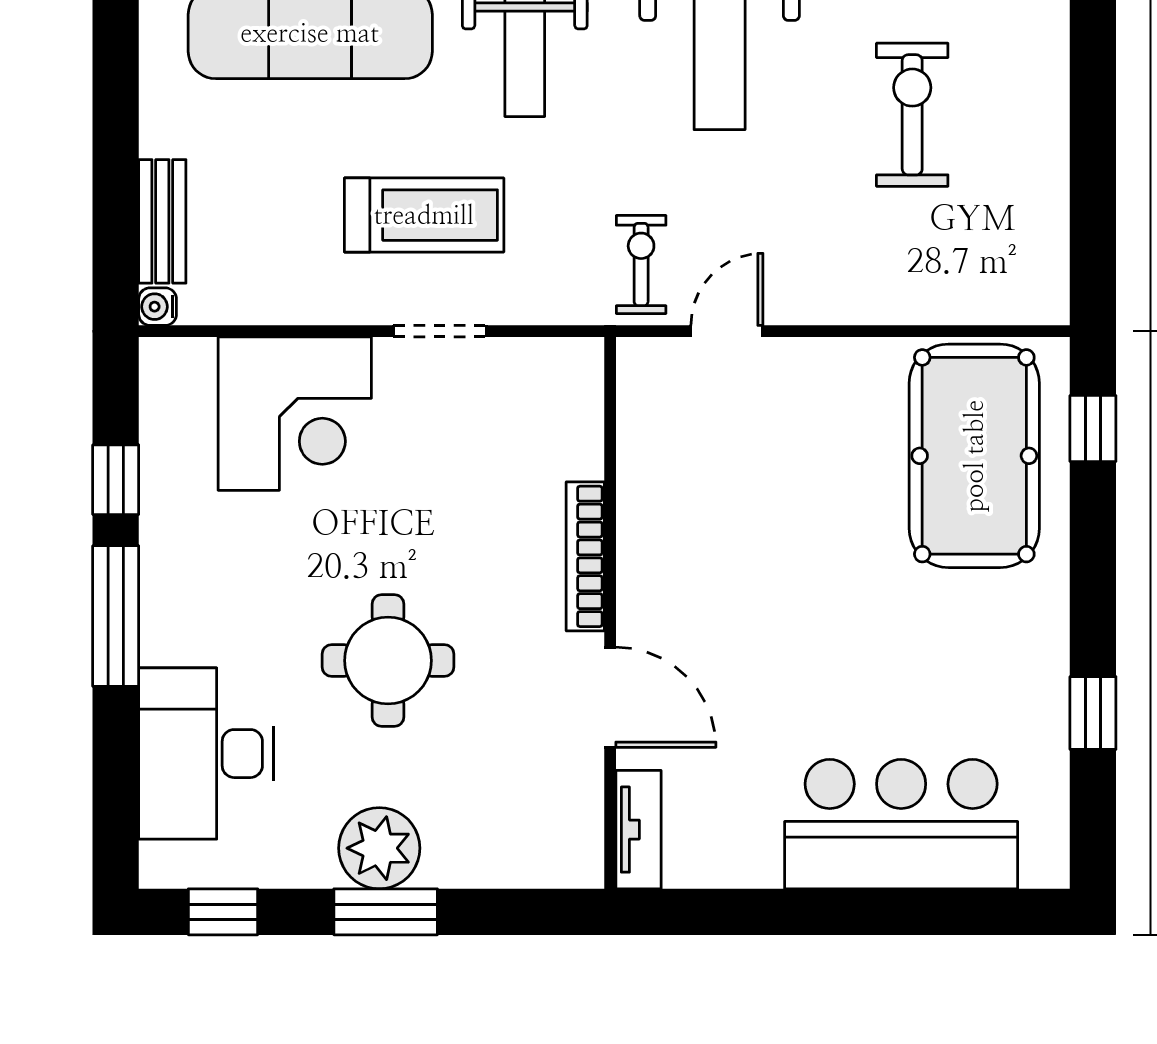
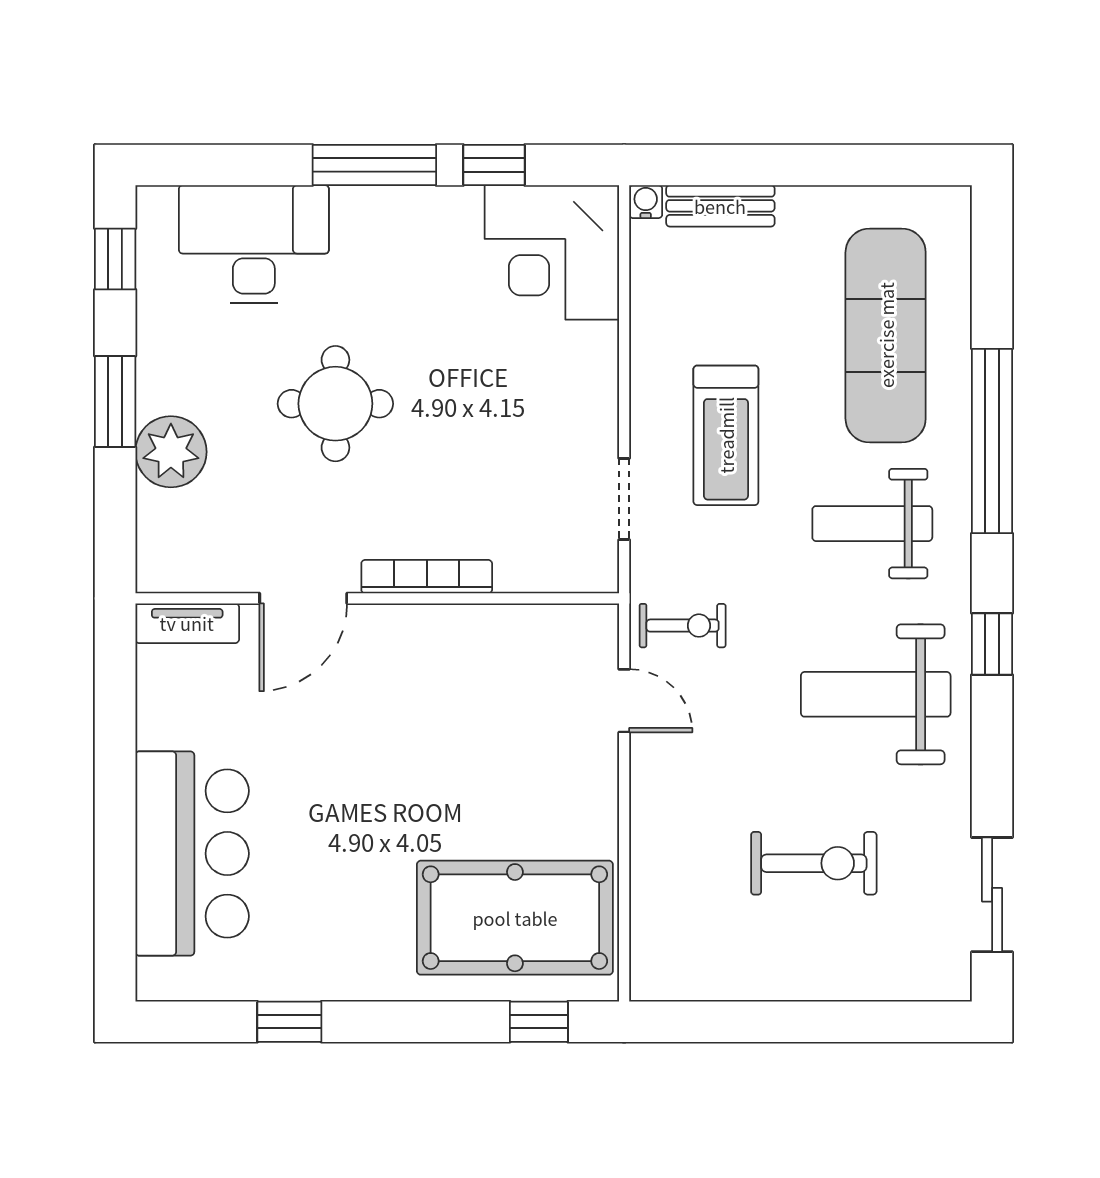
doorway: (440, 331) -> (624, 499), moved
corner desk: (295, 414) -> (552, 252), moved
plant: (379, 848) -> (171, 452), moved

